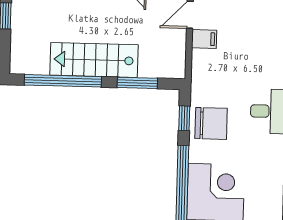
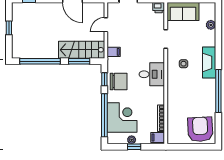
filing cabinet: (204, 39) -> (114, 52), moved
stairs: (94, 60) -> (82, 50), moved

